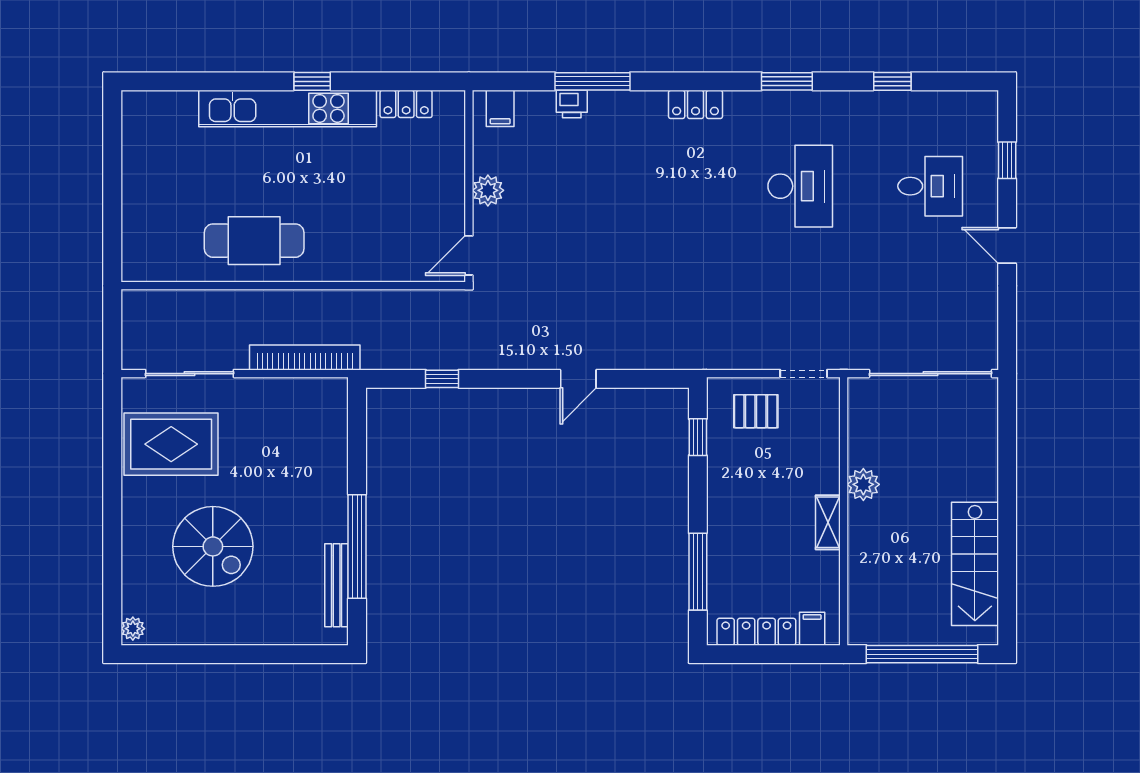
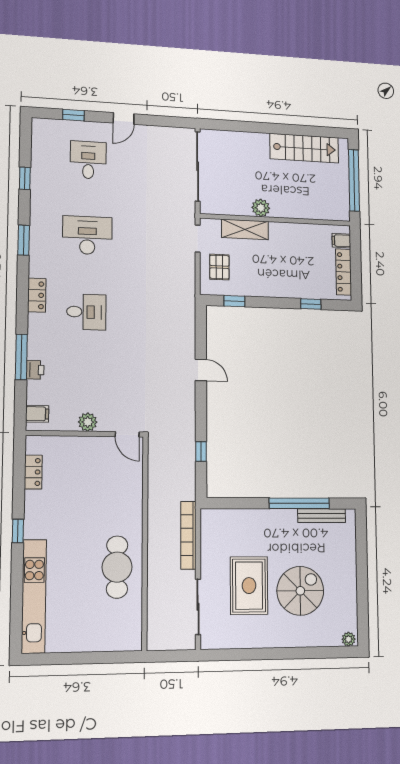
kitchen unit: (288, 108) -> (34, 596), moved
desk: (670, 186) -> (86, 312), added
rug: (171, 444) -> (249, 586), moved
shelving: (828, 522) -> (245, 229), moved, width x1.50, depth x1.33
window: (698, 572) -> (311, 304), width x0.46

